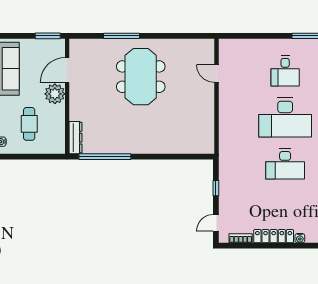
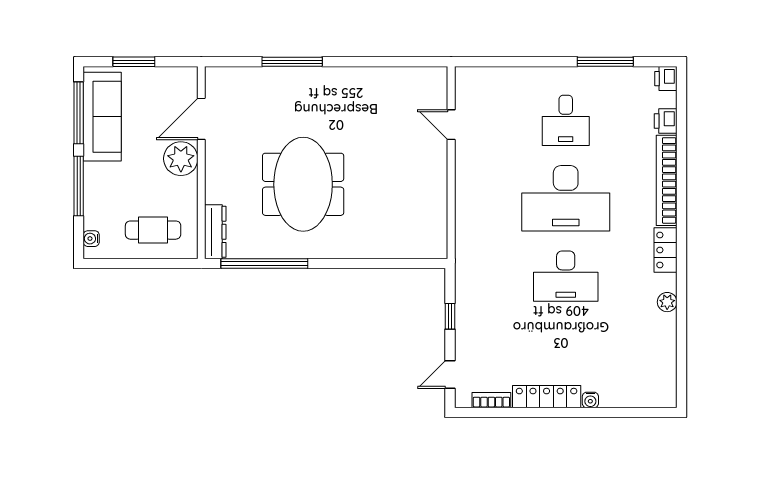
window: (48, 36) -> (134, 62), moved
meeting table: (141, 77) -> (303, 184), moved
cafe table: (29, 124) -> (153, 230), moved, turned 90

